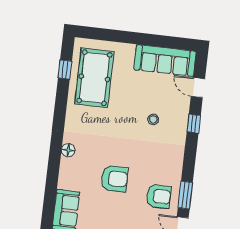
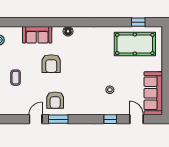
door: (198, 88) -> (136, 119), hinge flipped
floor lamp: (68, 150) -> (68, 31), moved
armchair: (114, 179) -> (51, 64), moved

